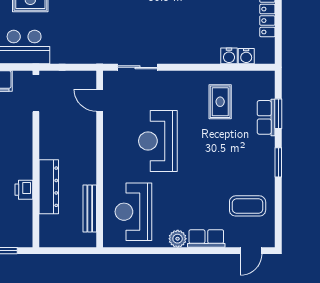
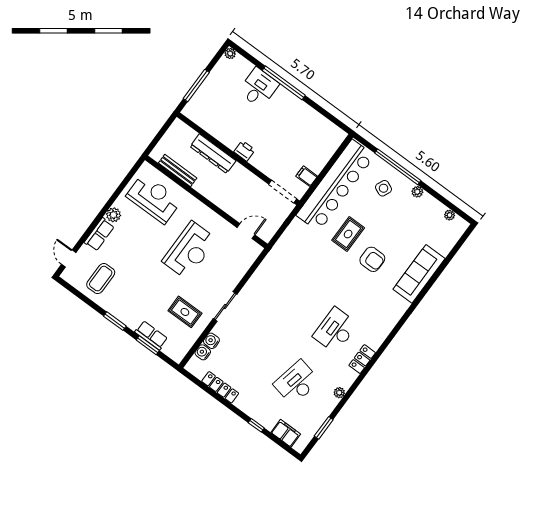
sliding door: (137, 67) -> (225, 306), moved
reception desk: (158, 141) -> (189, 250), turned 90
printer: (24, 190) -> (244, 151), moved

